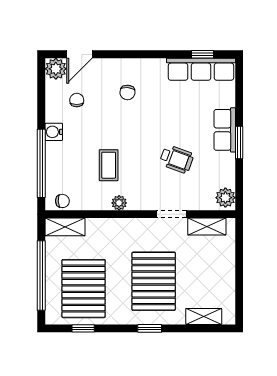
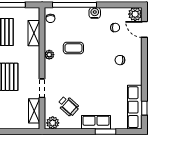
window: (239, 143) -> (106, 132), moved
wheelchair: (177, 159) -> (68, 106), moved, turned -68
shelving: (65, 227) -> (34, 33), moved

